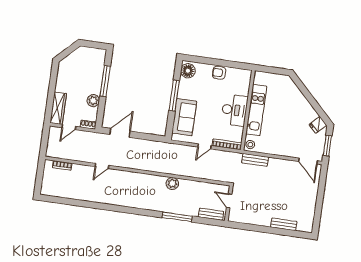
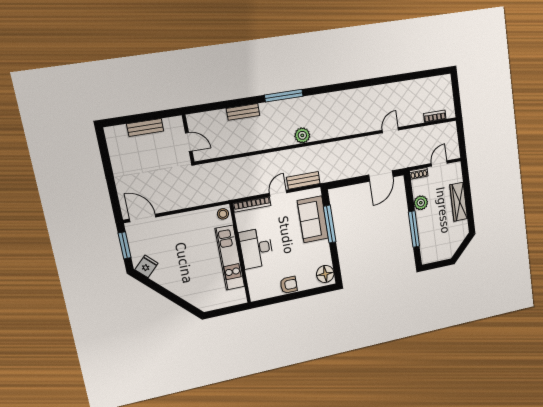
window: (174, 96) -> (330, 224), moved
wardrobe: (58, 108) -> (459, 202), moved
bench: (255, 160) -> (303, 180), moved
door: (229, 201) -> (189, 142), moved
wall: (229, 203) -> (188, 139), moved

